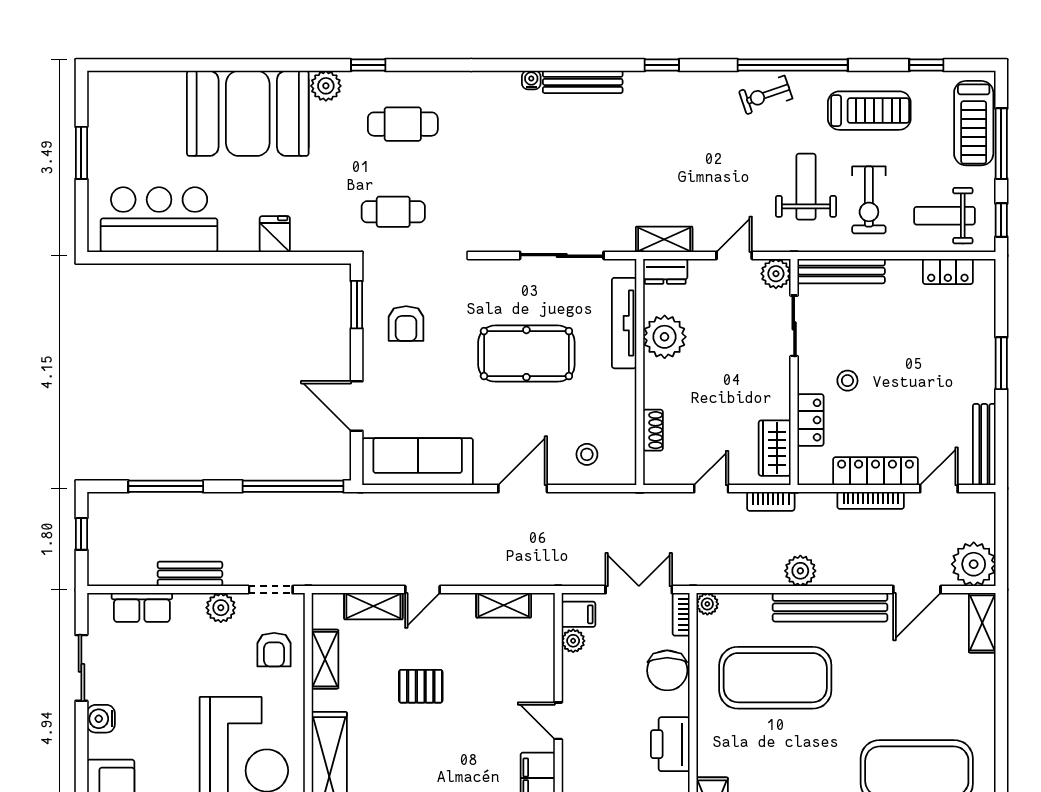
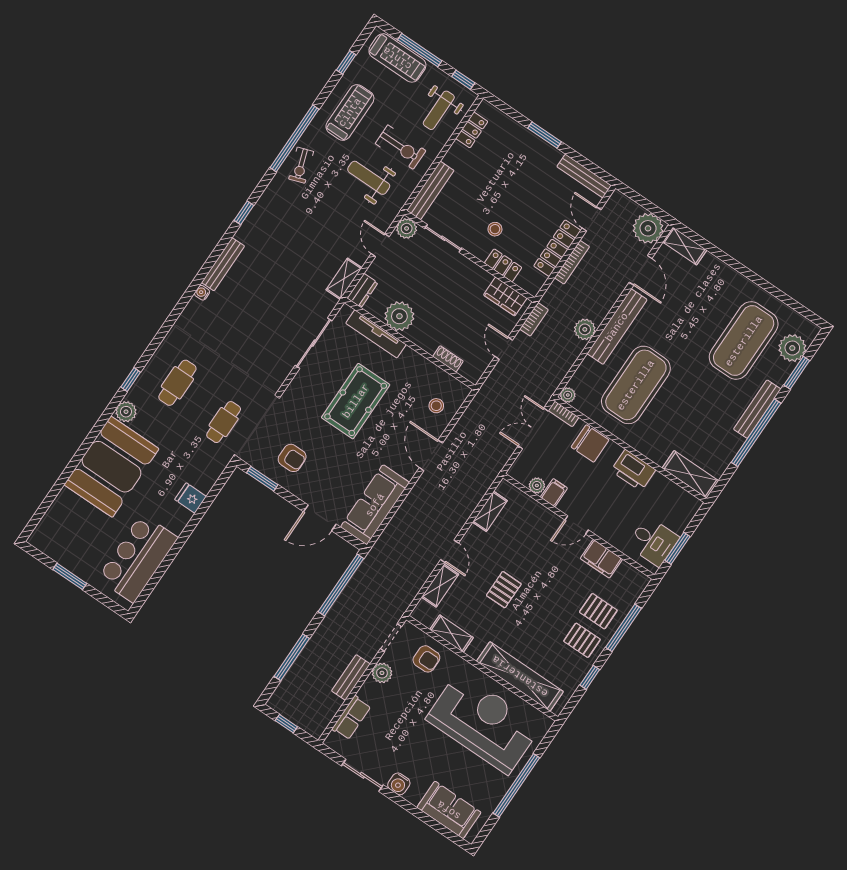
filing cabinet: (578, 614) -> (554, 493), moved

